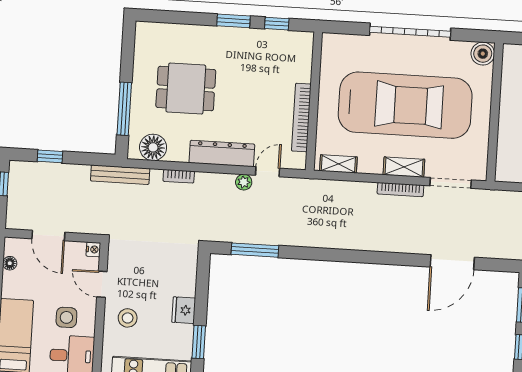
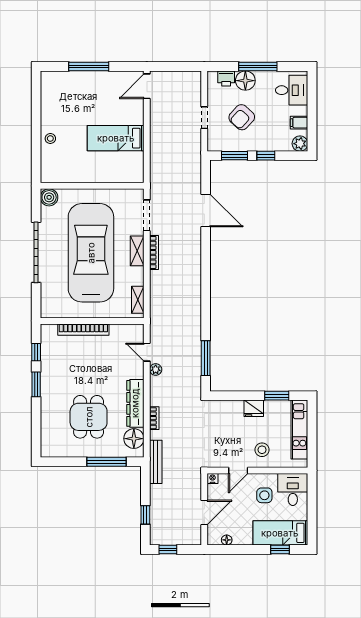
bookcase: (301, 118) -> (83, 330), moved
dresser: (222, 154) -> (135, 403), moved

